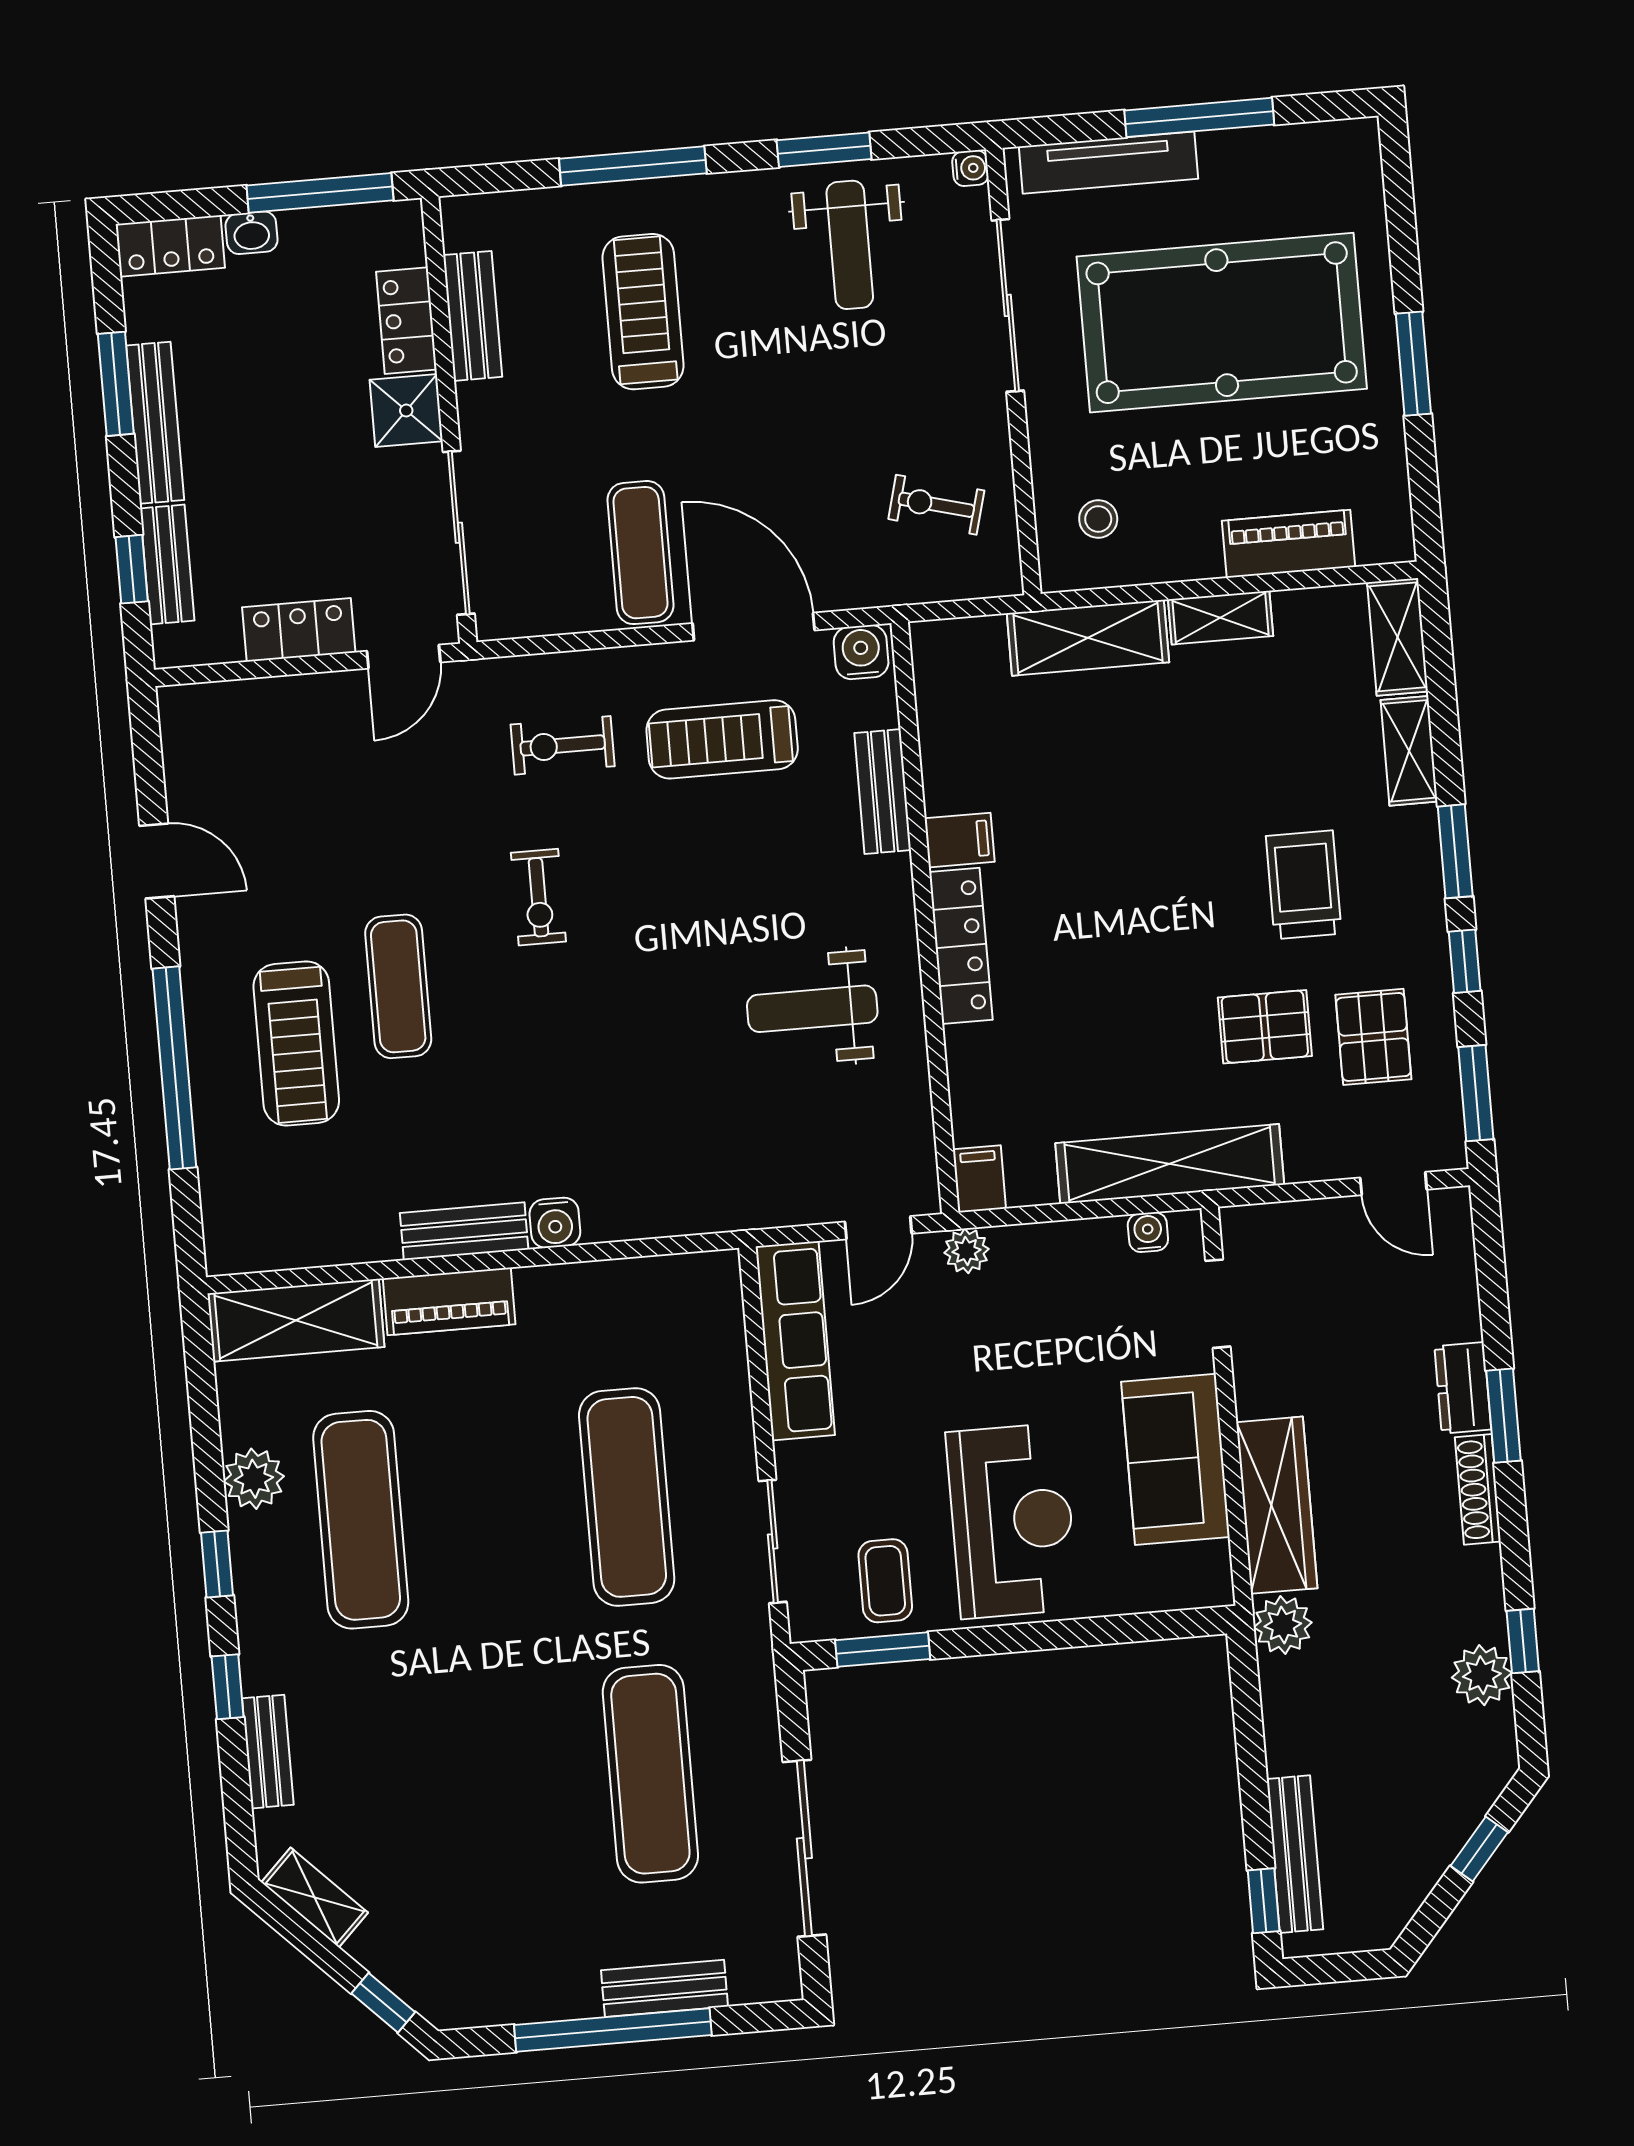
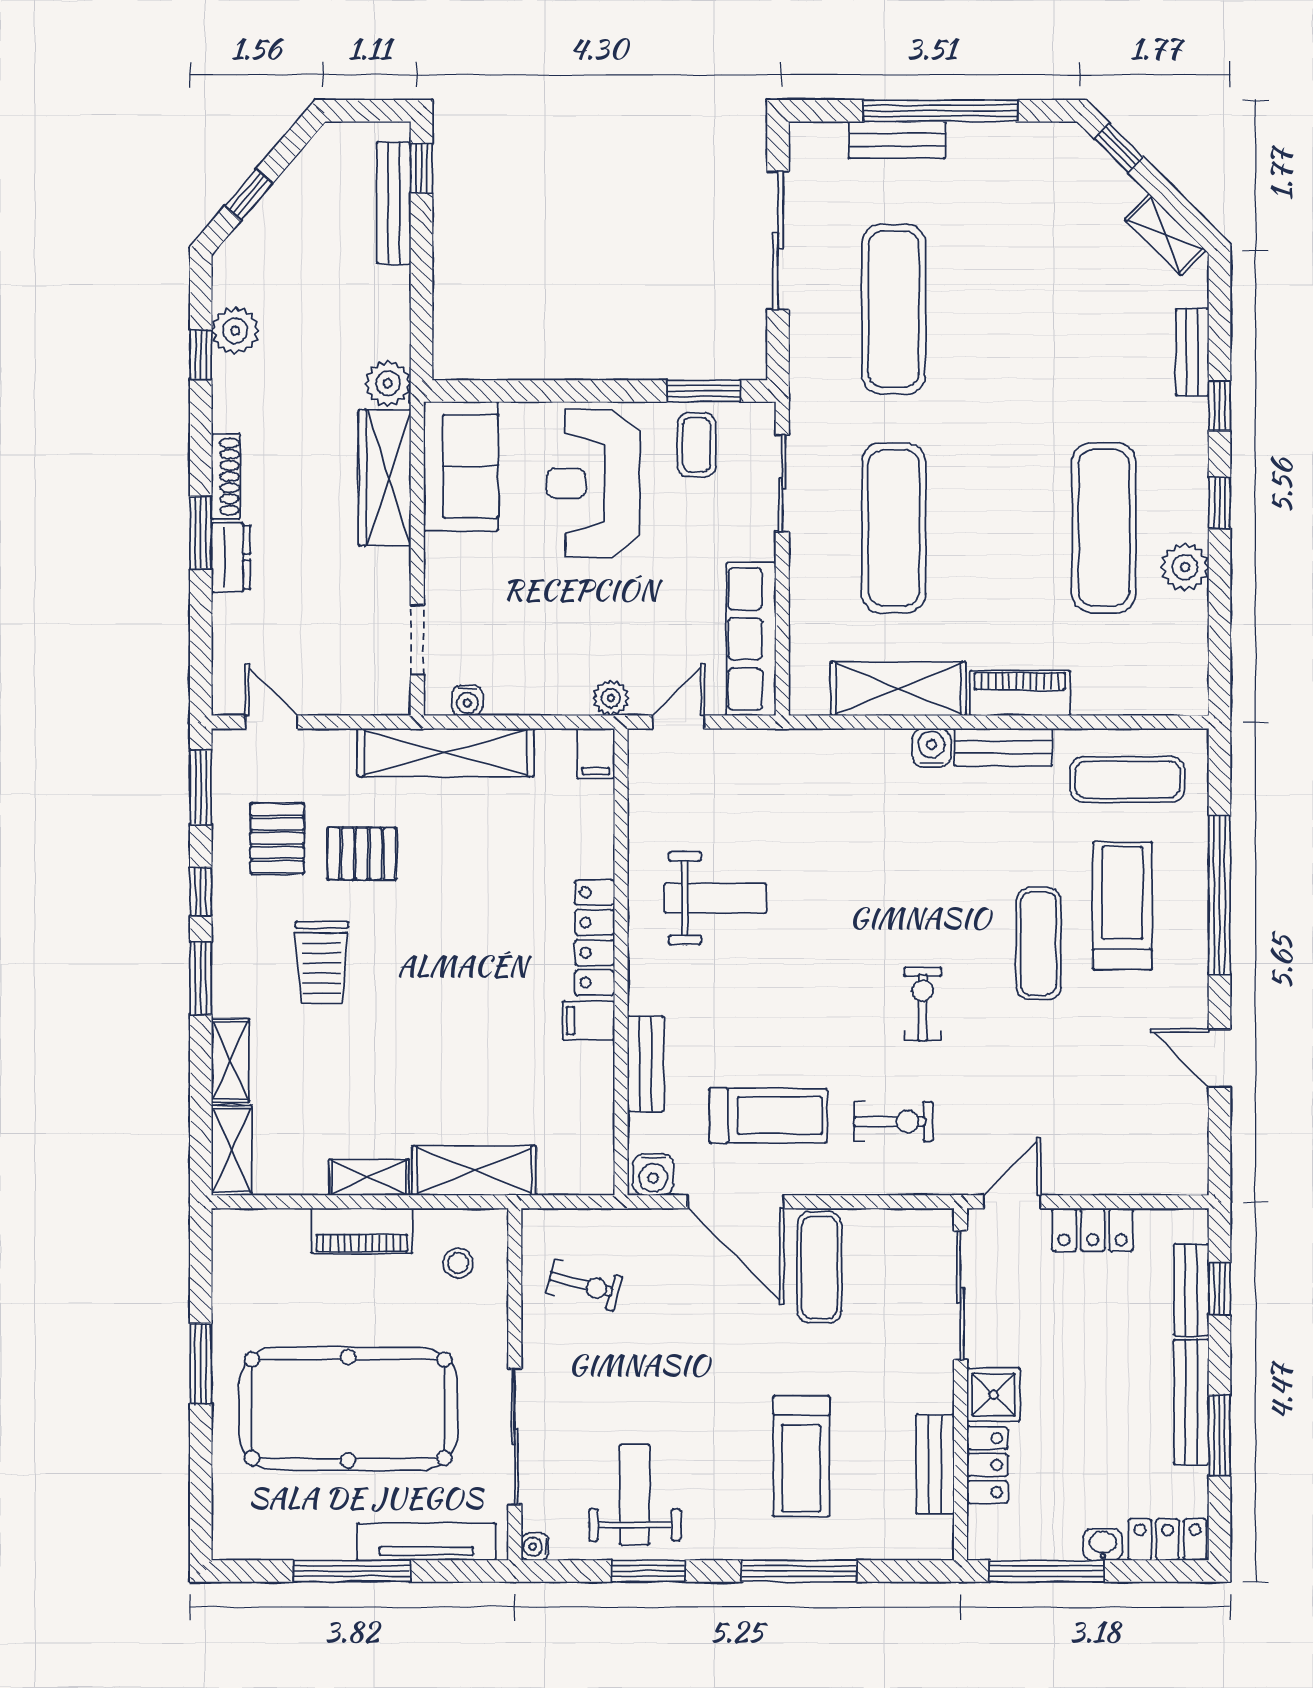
piano: (1288, 544) -> (362, 1231), moved
exercise mat: (303, 1204) -> (1127, 779), added
shelving: (296, 1320) -> (898, 689), moved
sofa: (1175, 1459) -> (461, 466), moved

